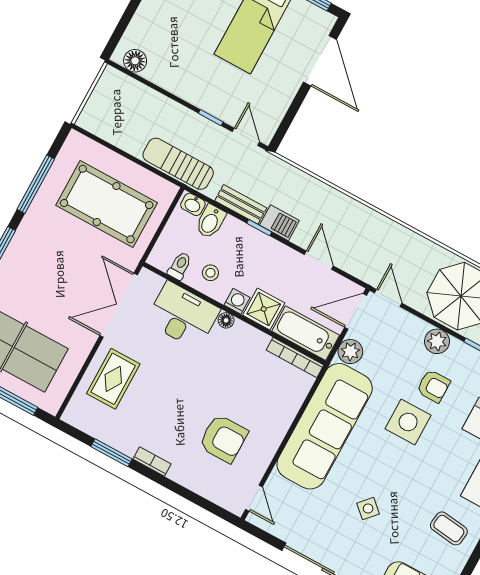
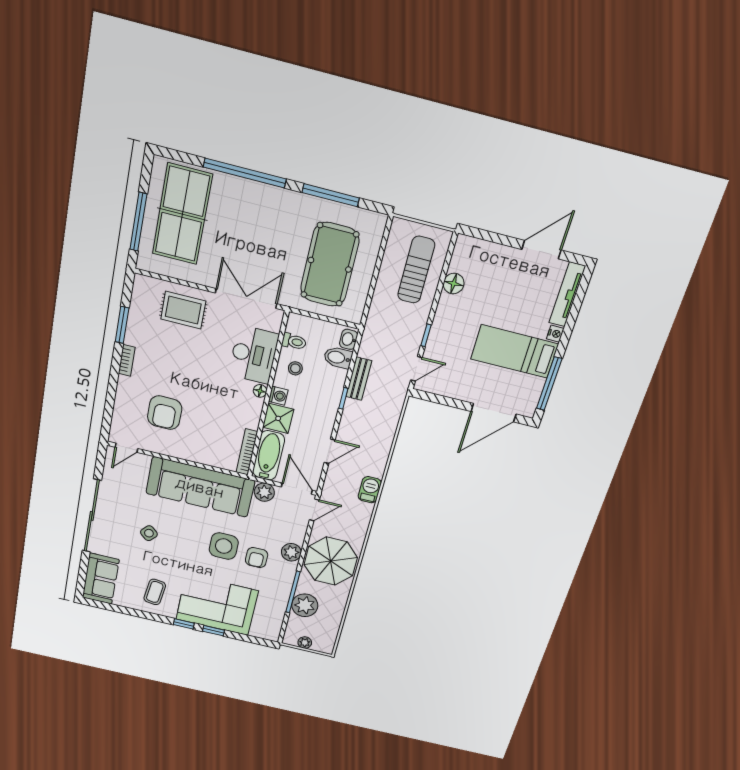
floor lamp: (135, 61) -> (454, 284), moved
sun lounger: (178, 164) -> (416, 270), moved
barbecue: (279, 223) -> (370, 490), moved, turned 180

